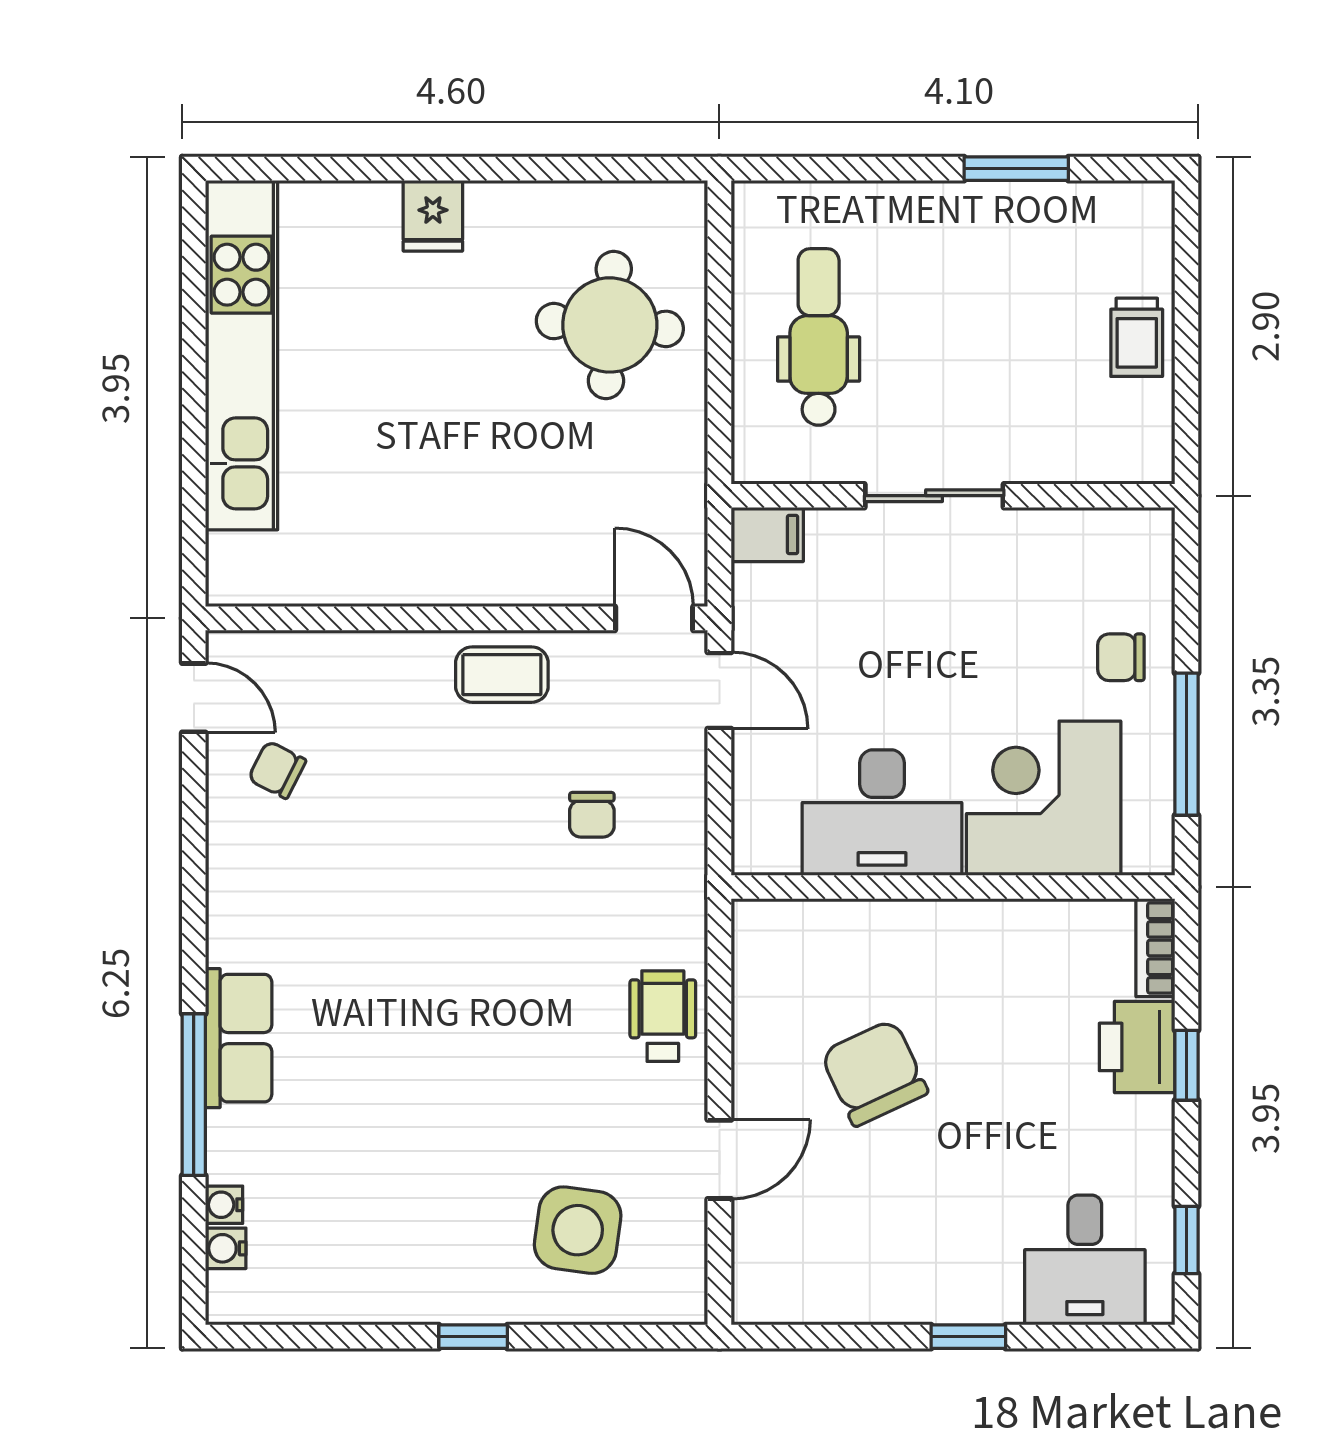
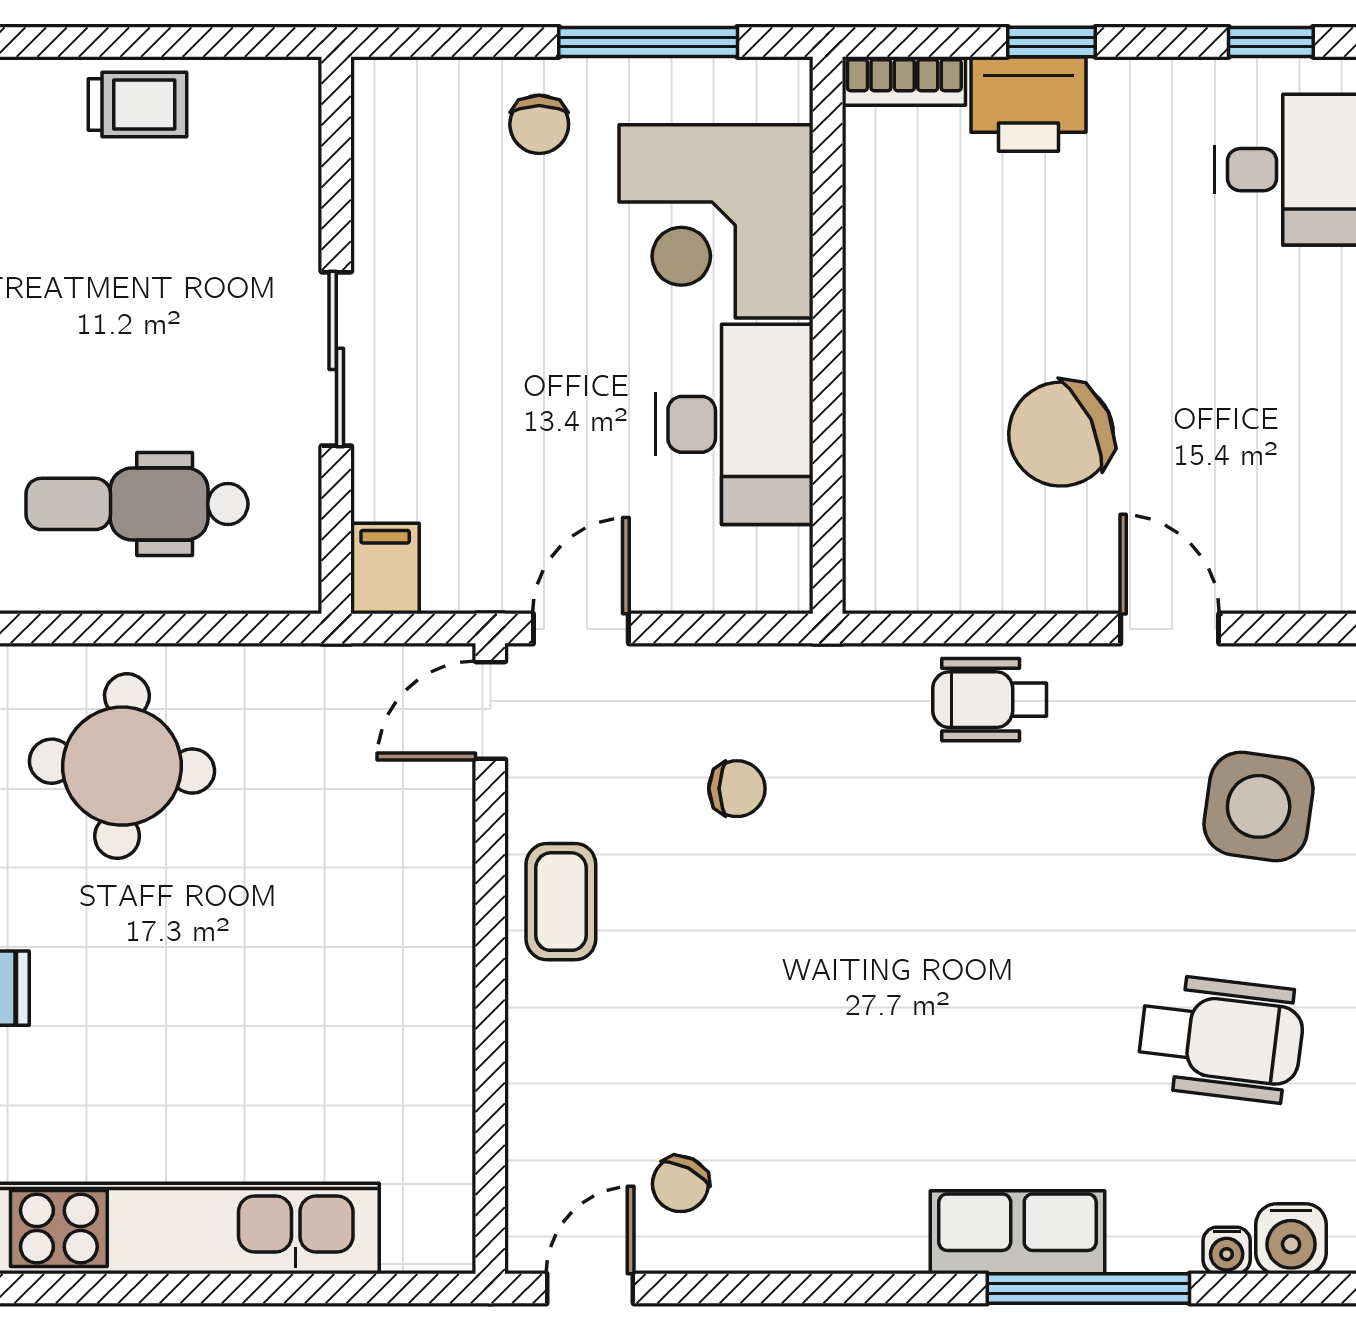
wheelchair: (393, 1200) -> (1221, 1038), added
water cooler: (226, 1248) -> (1291, 1239), width x1.38, depth x1.38

